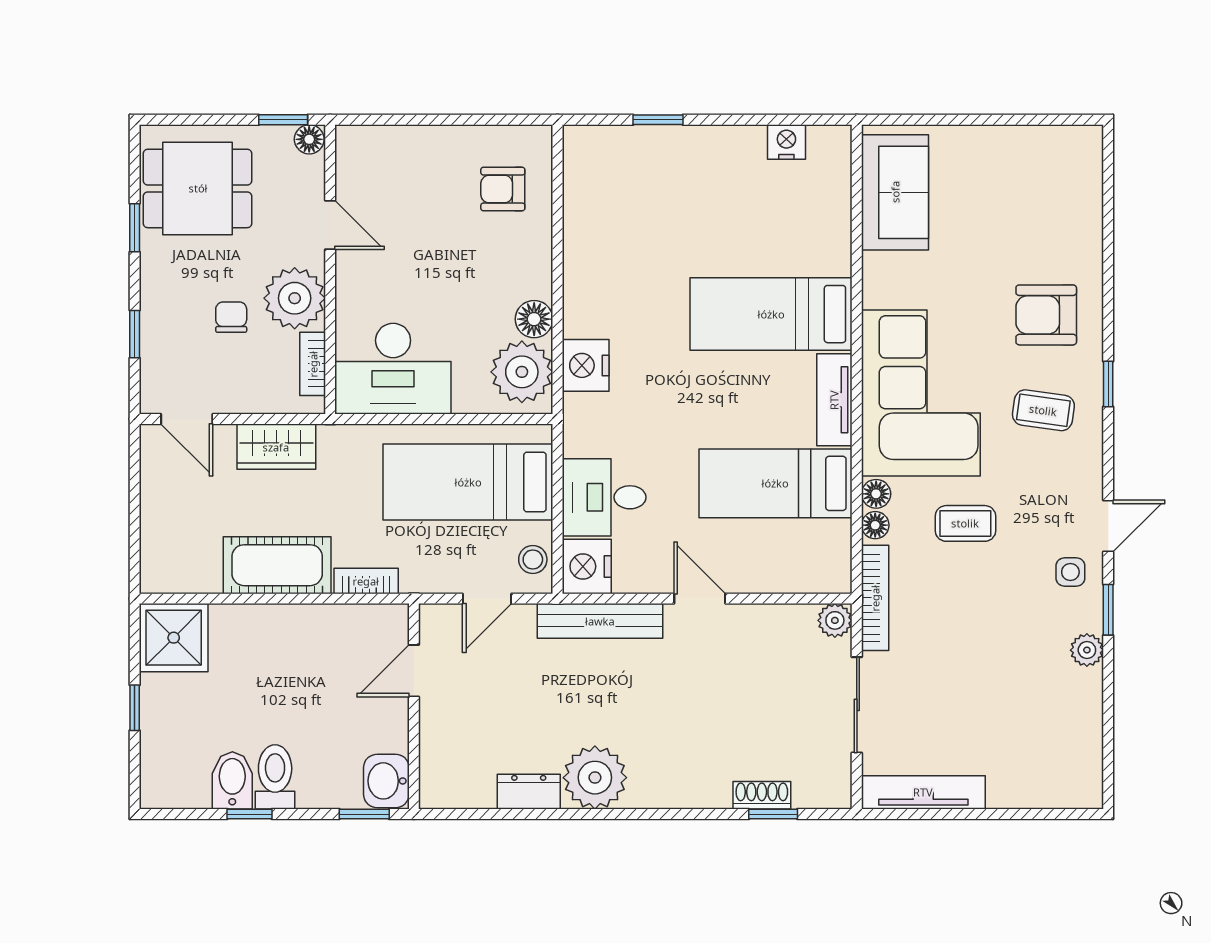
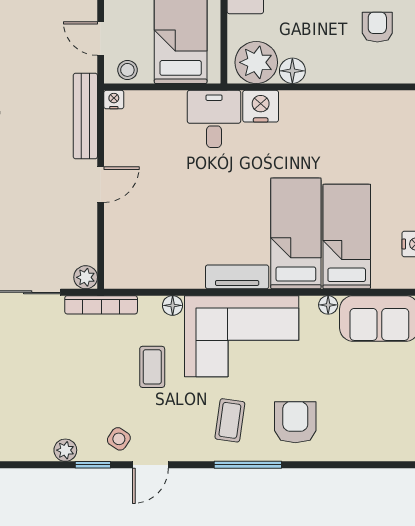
armchair: (503, 189) -> (377, 27), moved
window: (1108, 384) -> (248, 465), width x2.17
bed: (775, 483) -> (347, 237), moved
desk: (604, 497) -> (214, 119), moved
floor lamp: (875, 525) -> (328, 305), moved
door: (1108, 526) -> (150, 465), hinge flipped
nightstand: (587, 566) -> (114, 100), width x0.53, depth x0.56
side table: (1070, 572) -> (119, 439), turned 34

